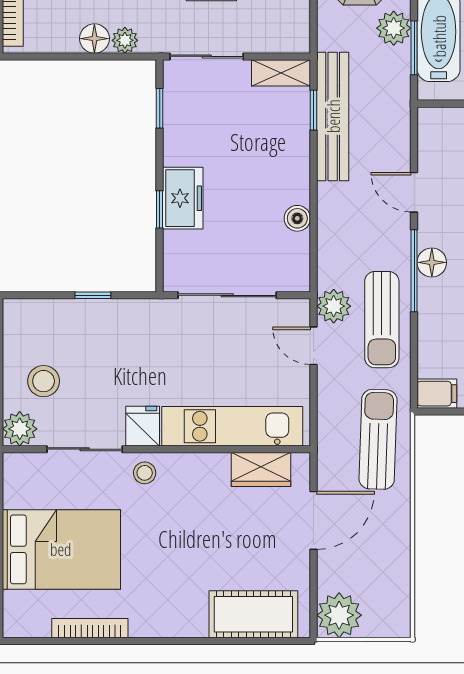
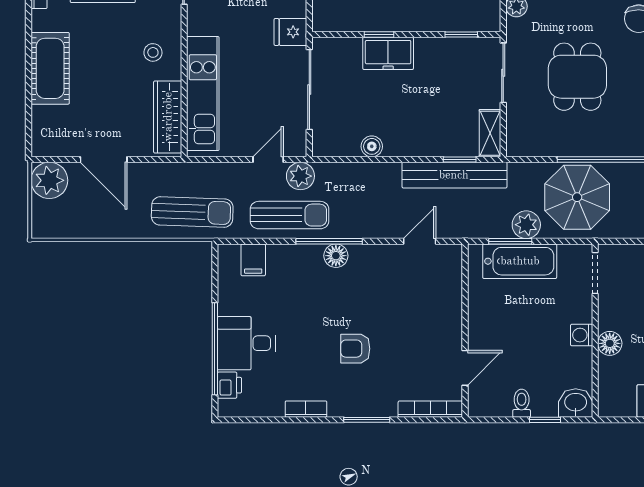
door: (414, 192) -> (420, 241), moved
sun lounger: (382, 320) -> (289, 215), turned 180
filing cabinet: (437, 394) -> (253, 260), moved
fridge: (143, 426) -> (290, 32), moved, turned 180
wardrobe: (261, 470) -> (168, 117), width x1.50
stool: (145, 473) -> (153, 52), moved
door: (313, 520) -> (104, 160), moved
cot: (253, 614) -> (50, 68), moved

